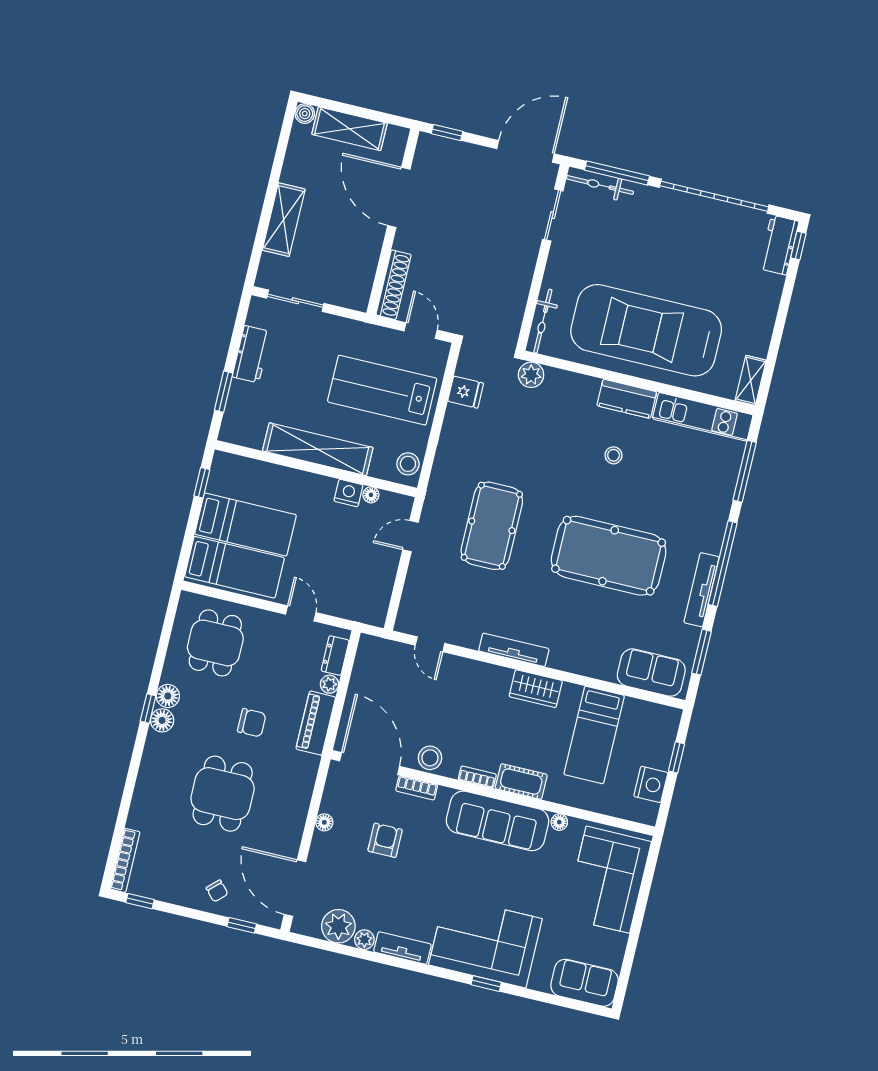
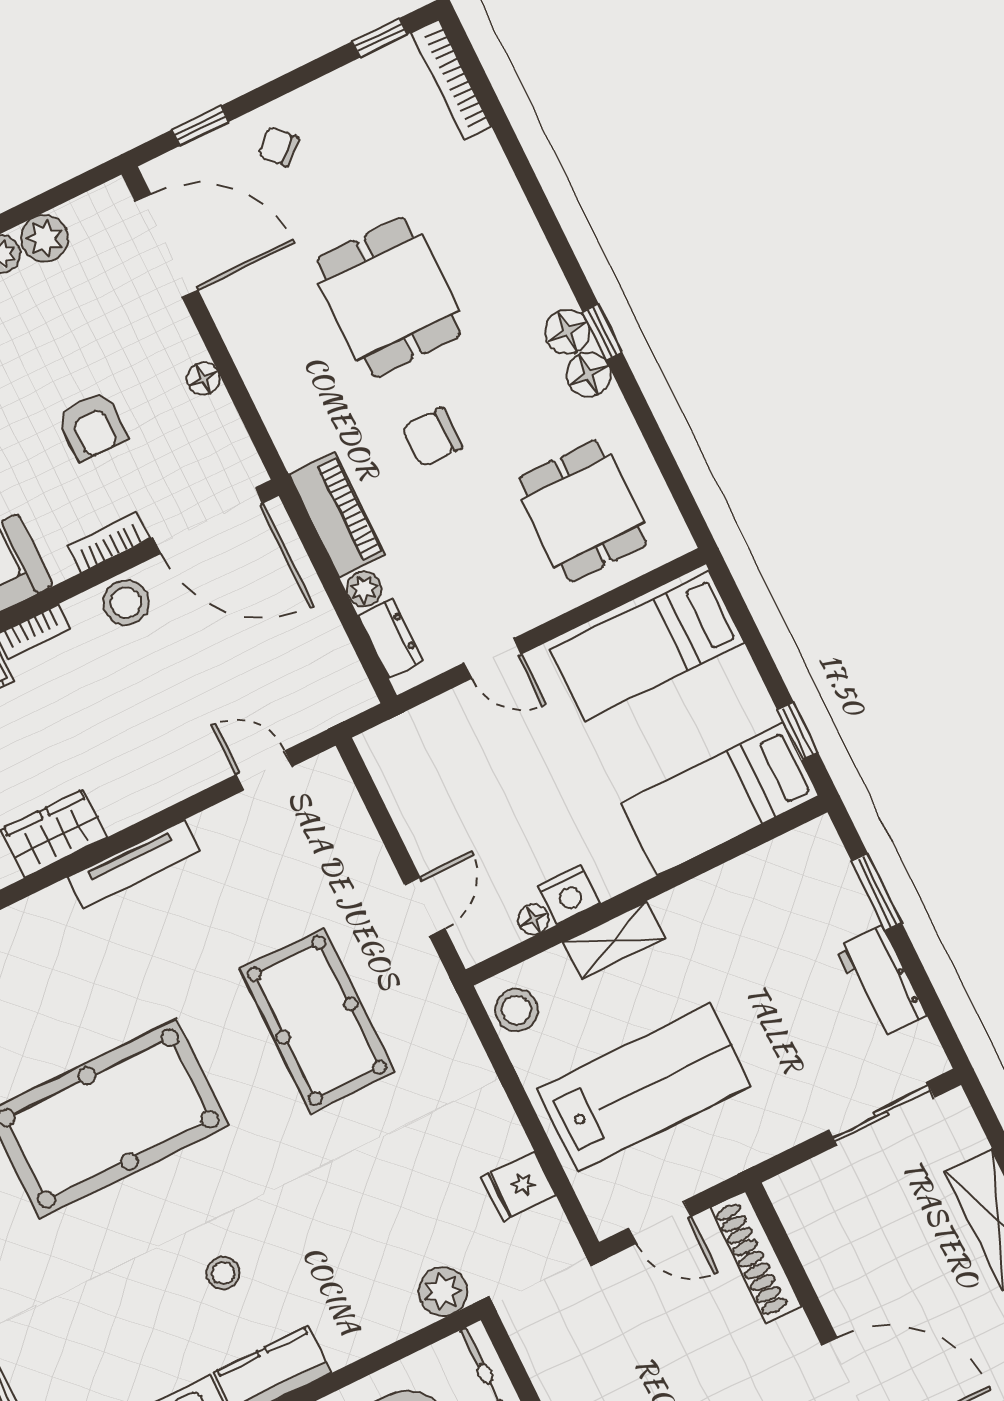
shelving: (318, 449) -> (614, 940), width x0.45, depth x0.75
bed: (246, 524) -> (720, 799), moved
plant: (338, 926) -> (45, 238), width x0.73, depth x0.73

